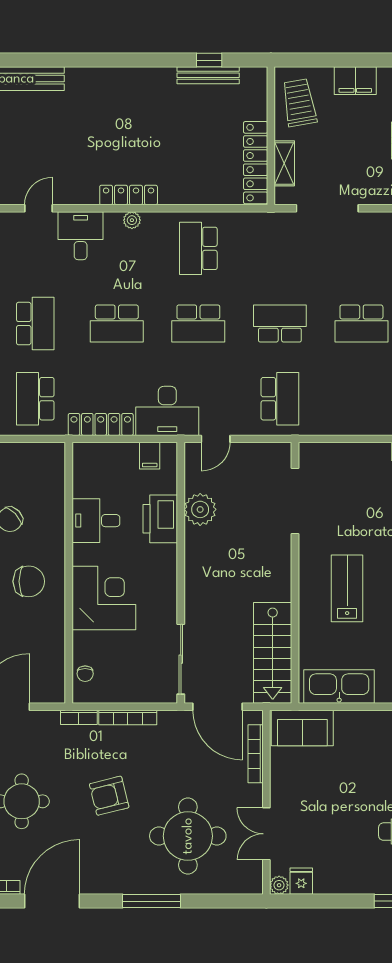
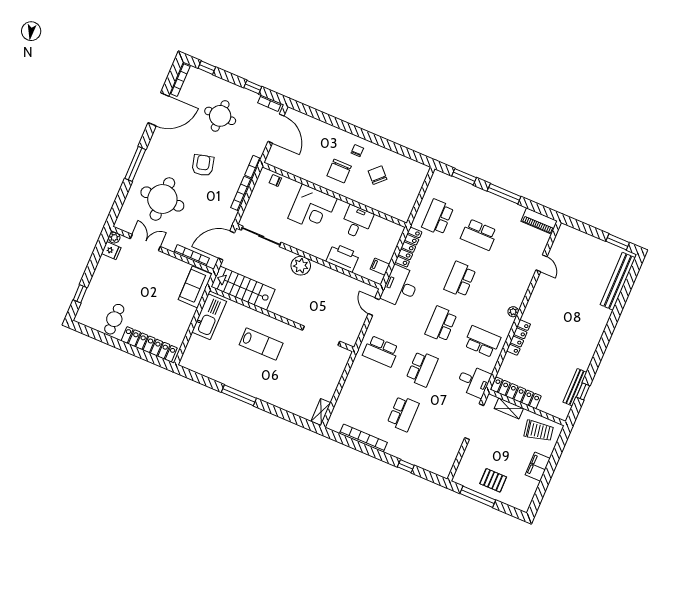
locker: (129, 195) -> (519, 337), moved
desk: (81, 236) -> (474, 381), moved
school desk: (361, 324) -> (403, 413), turned 180
school desk: (35, 399) -> (438, 217), turned -90
plant: (200, 509) -> (301, 266), moved
door: (52, 901) -> (158, 109), hinge flipped

